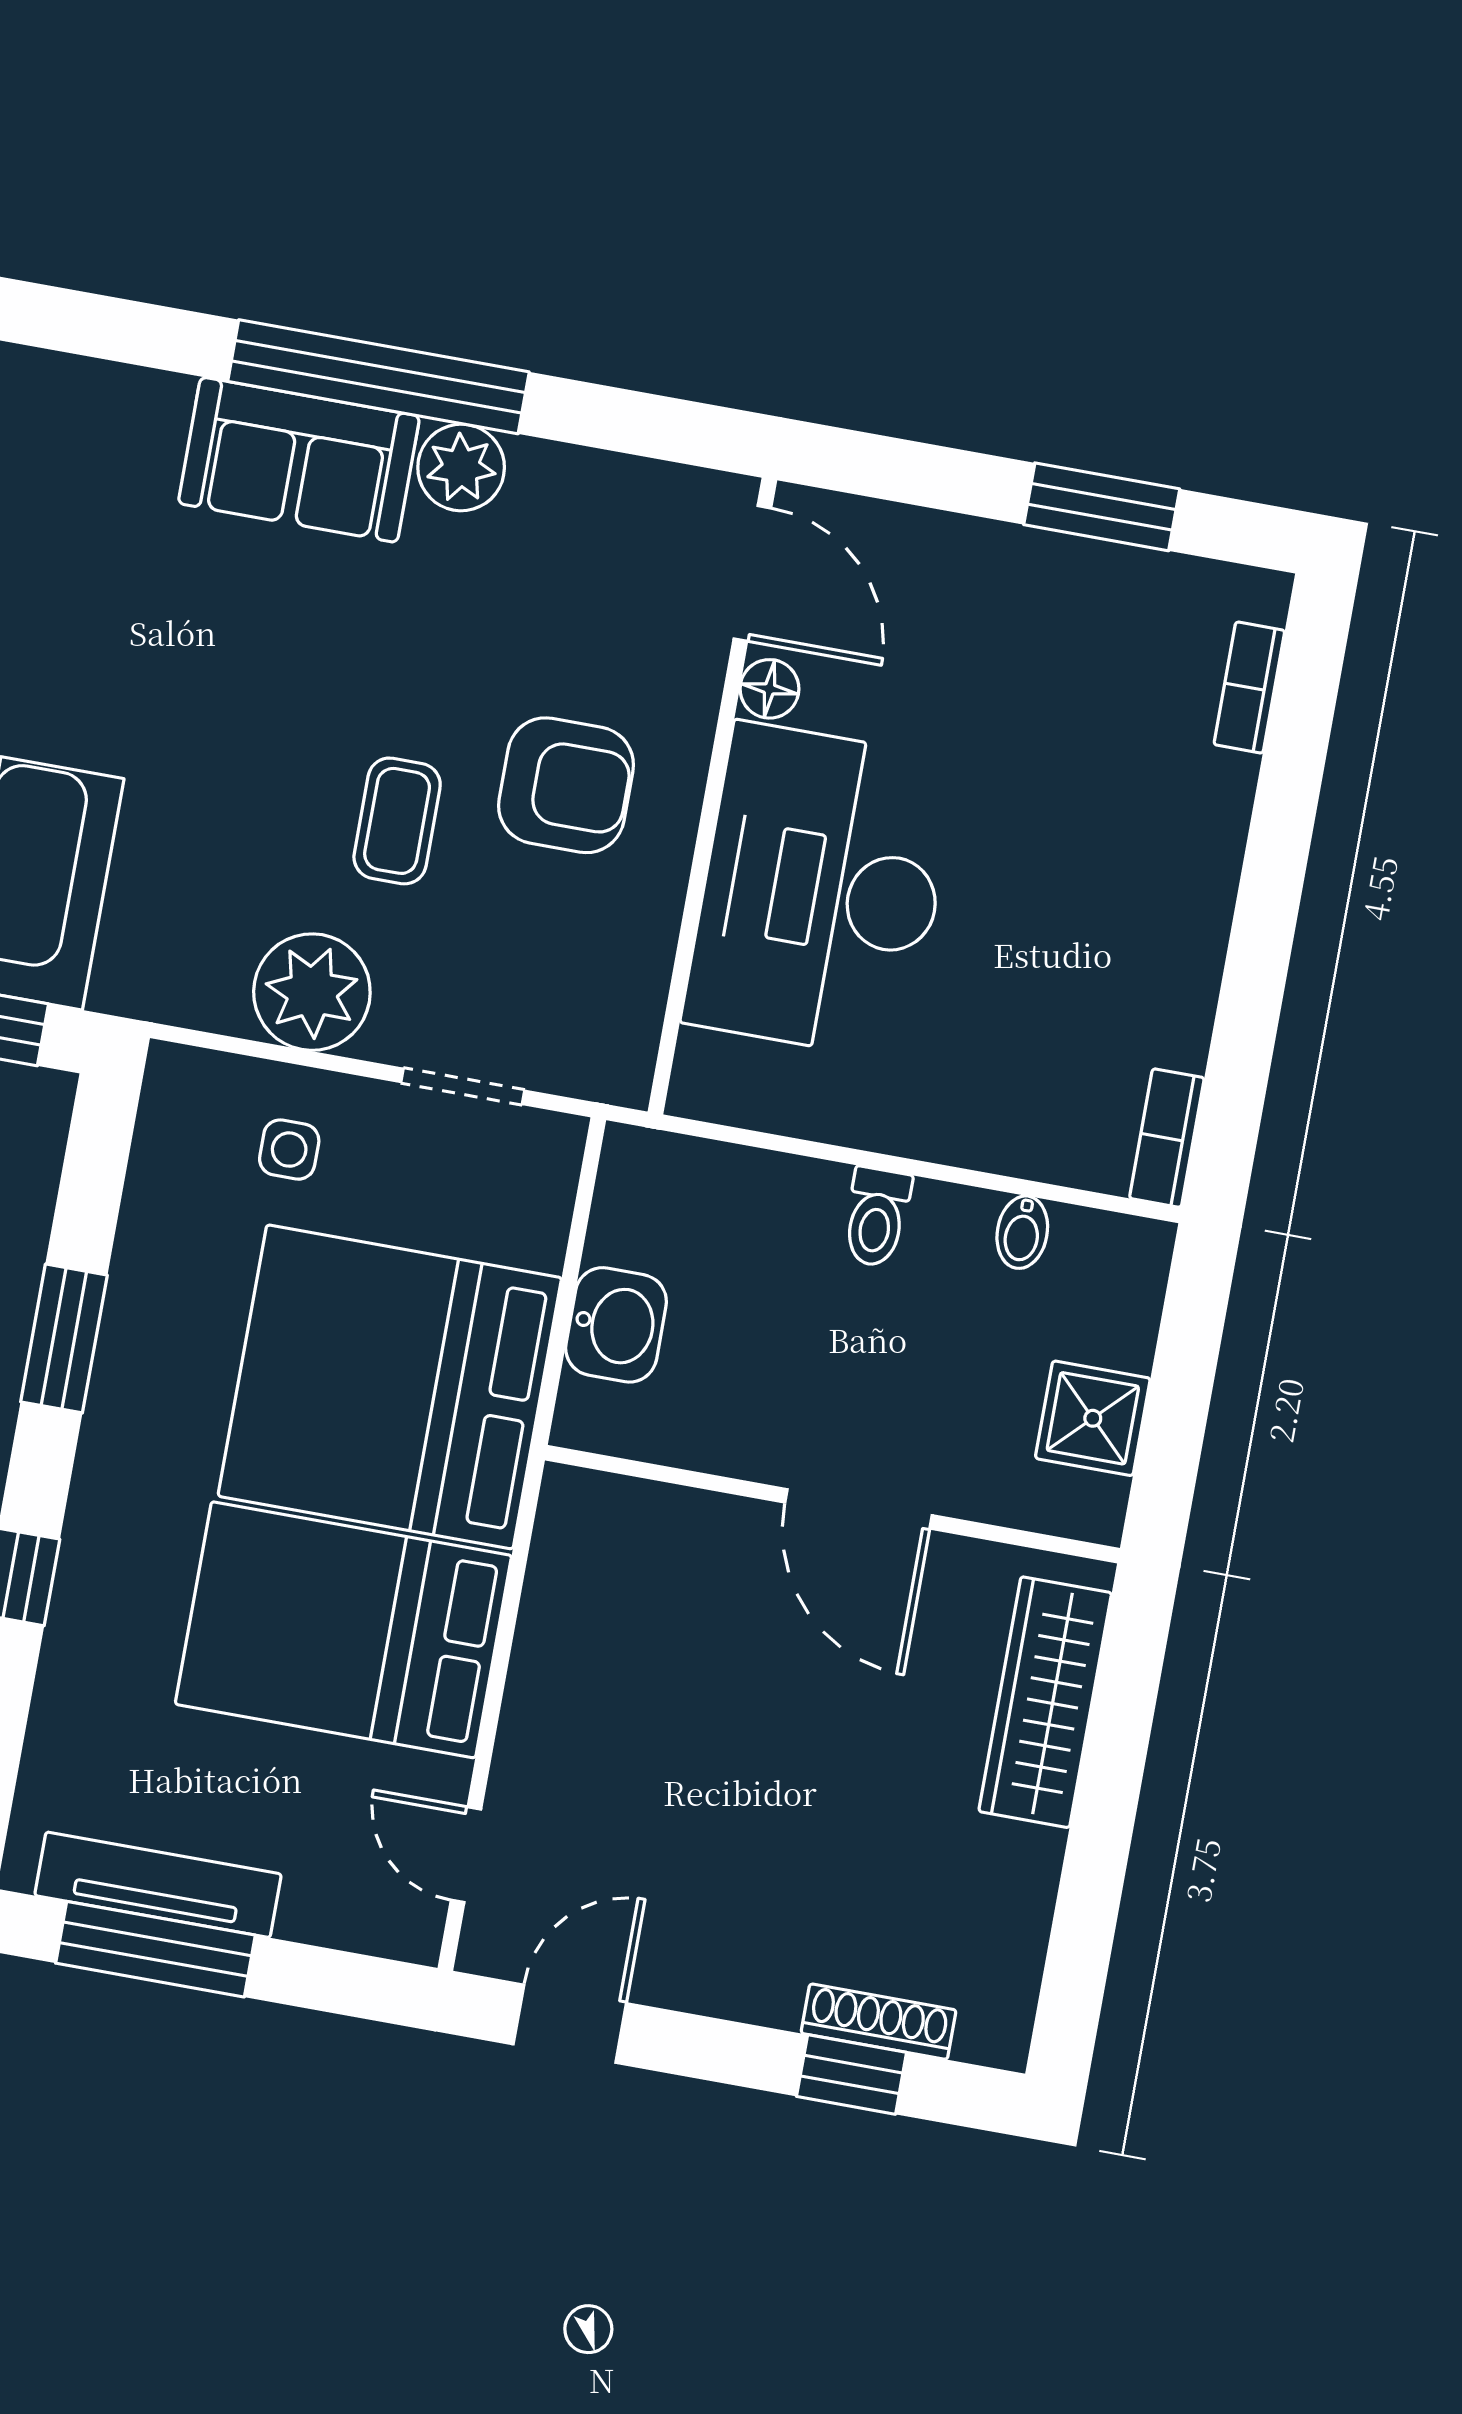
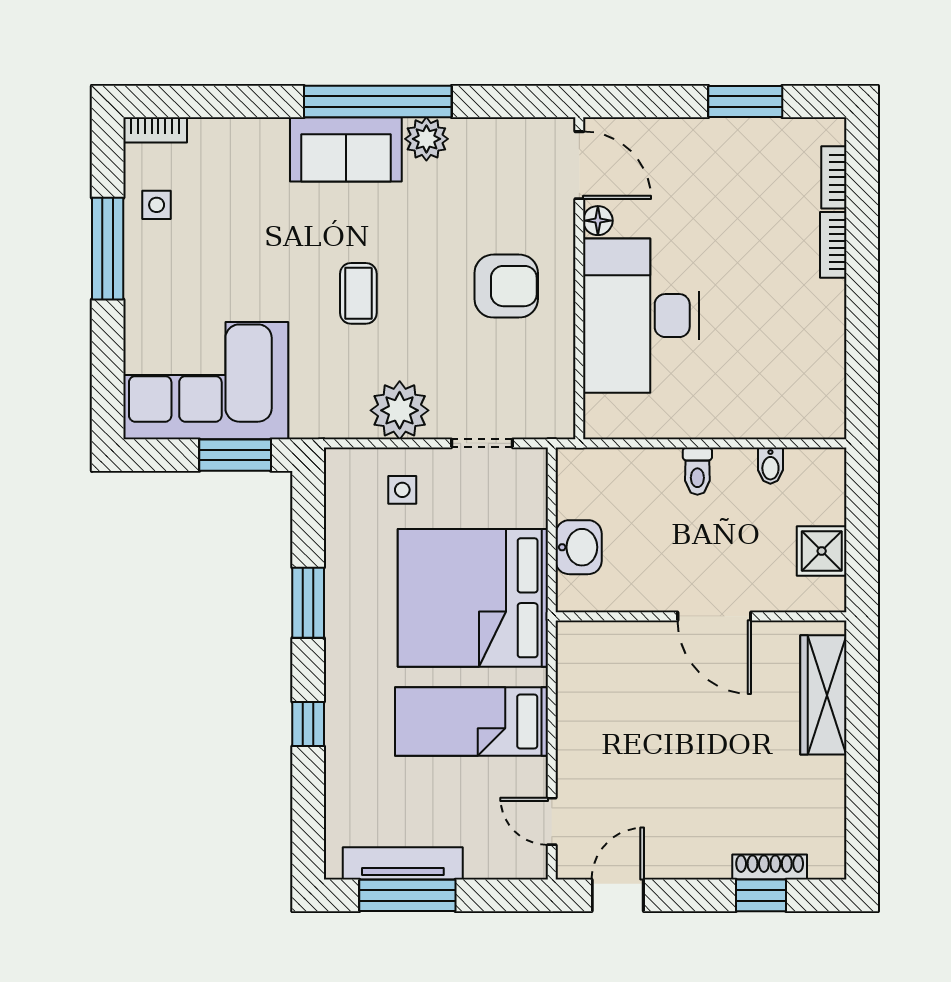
coffee table: (397, 821) -> (358, 293), moved
bookcase: (1167, 1138) -> (833, 245), moved
bed: (343, 1630) -> (471, 721), width x0.67

